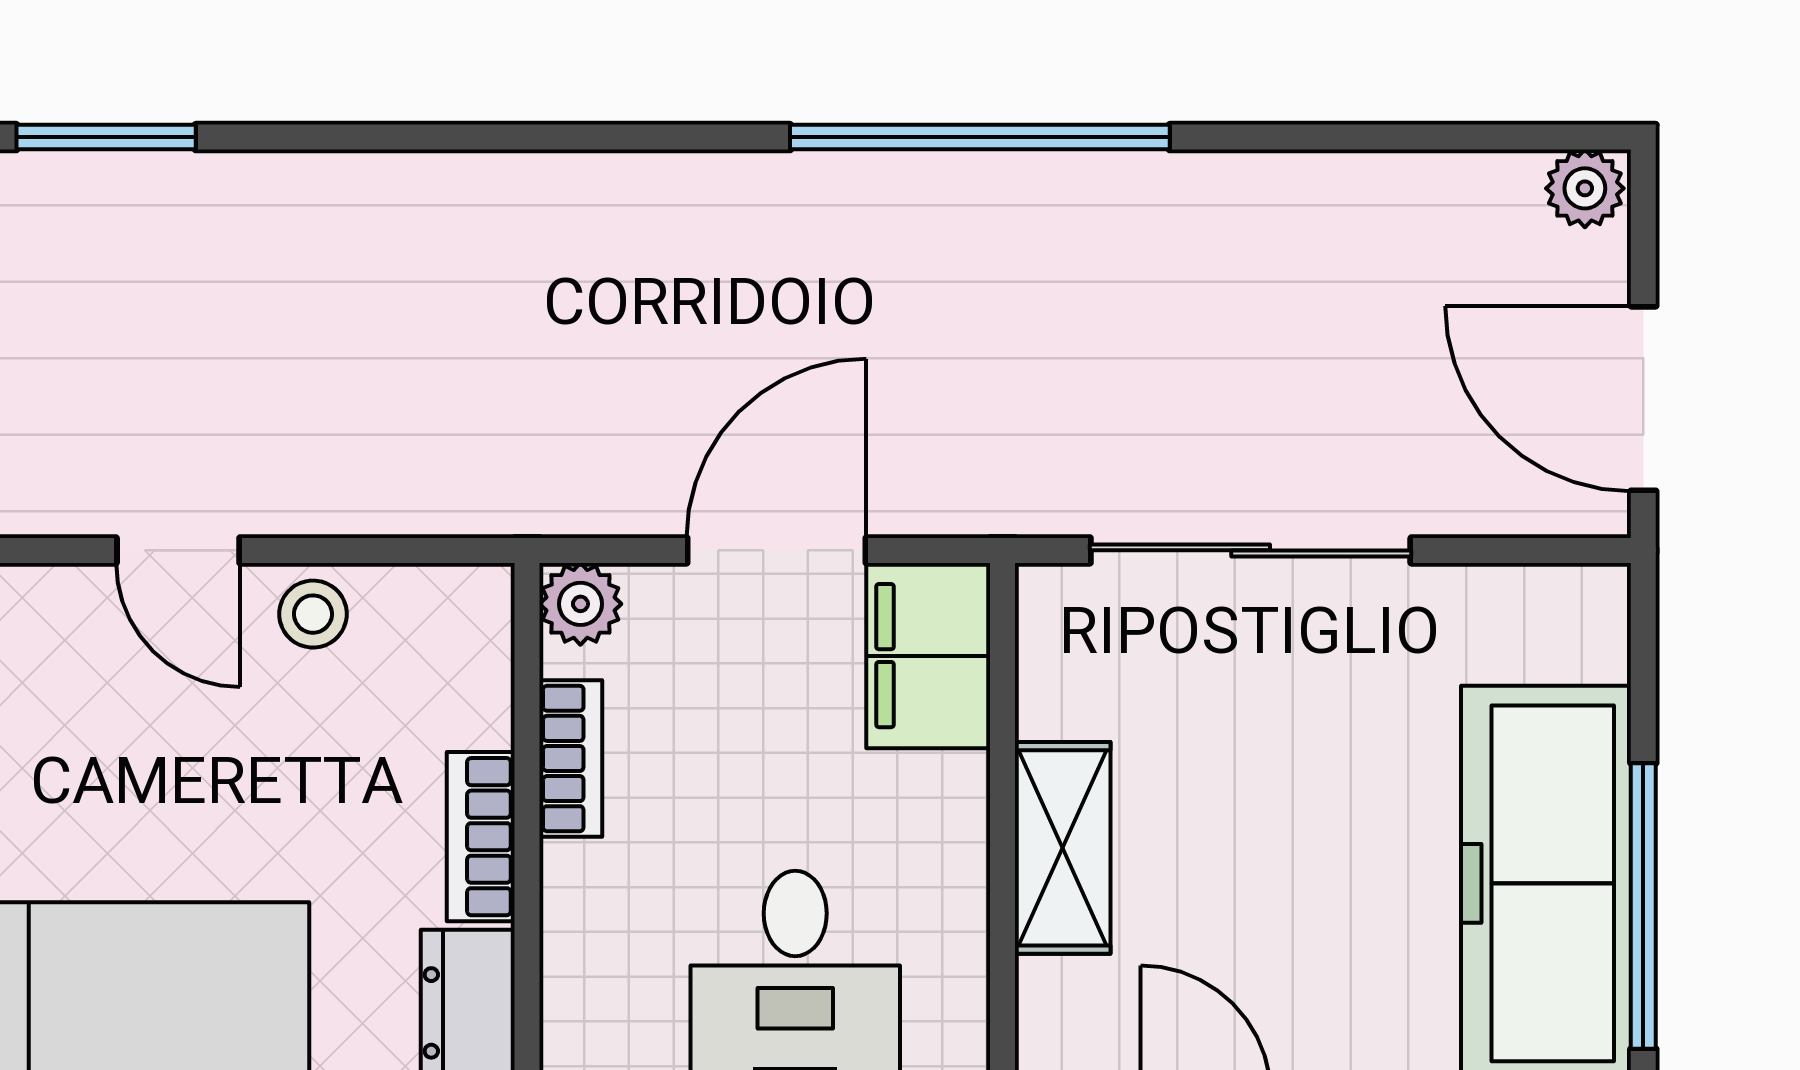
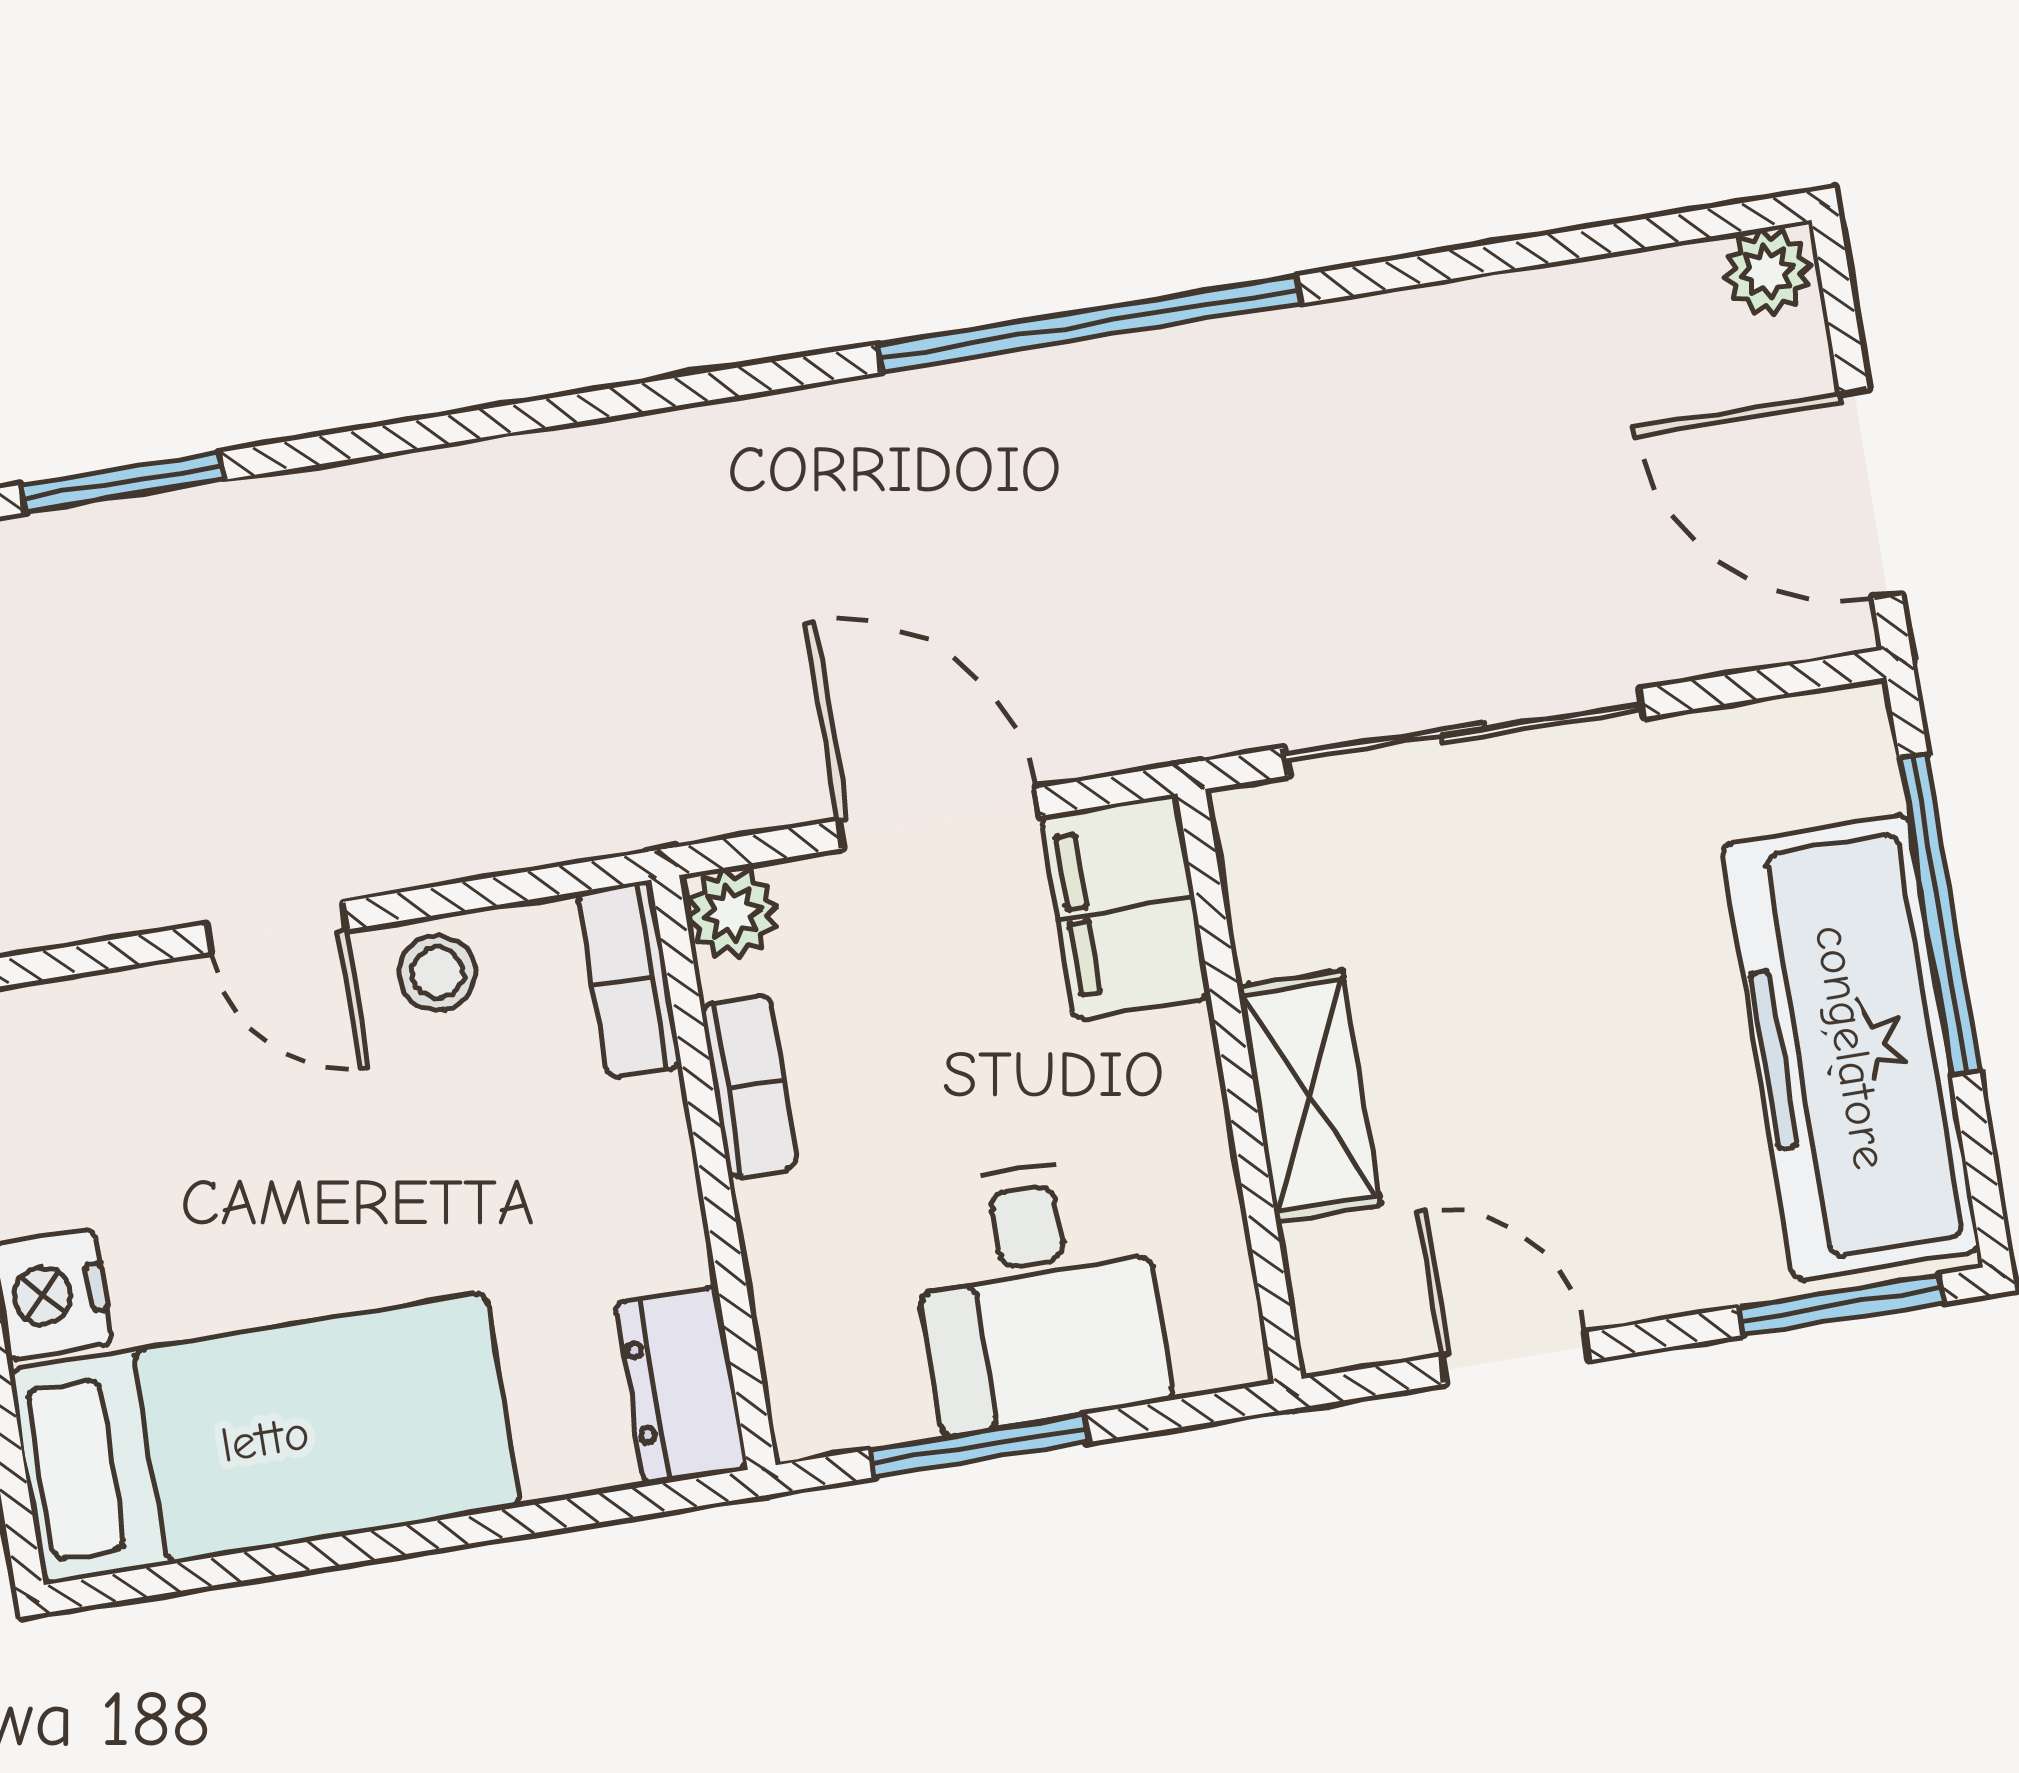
door: (777, 550) -> (939, 818), hinge flipped
bookcase: (481, 837) -> (629, 979), moved
window: (1643, 906) -> (1939, 914), moved

